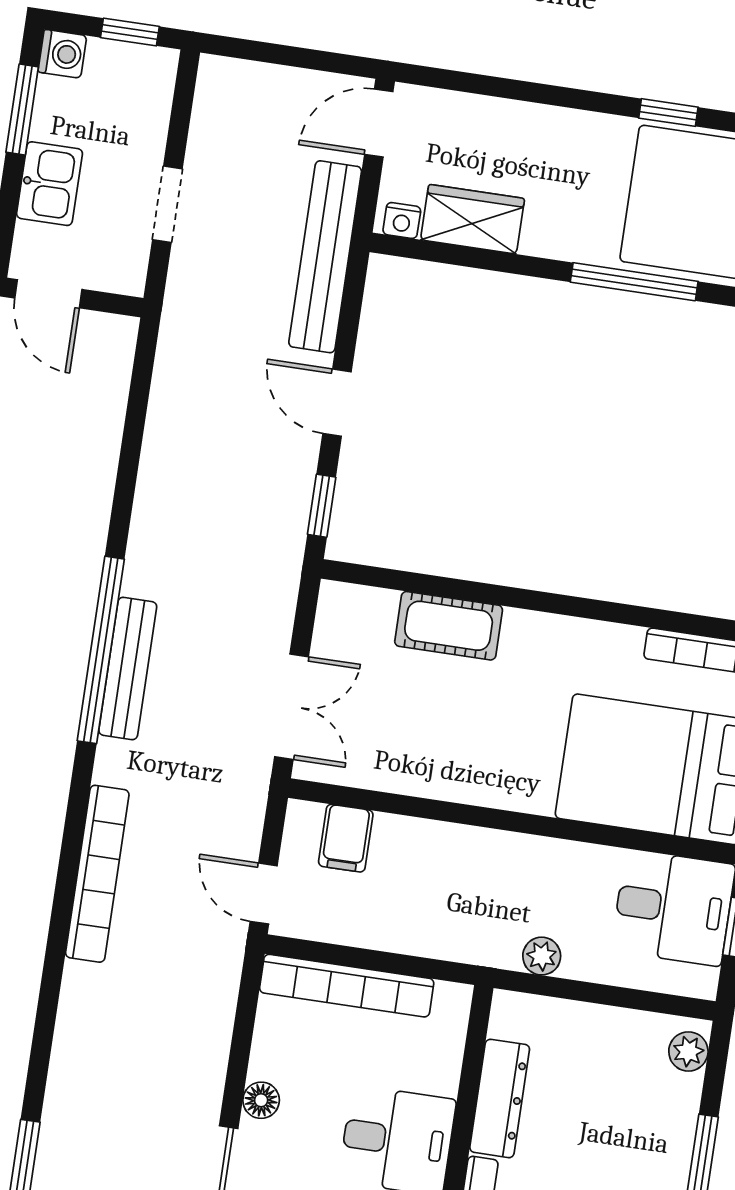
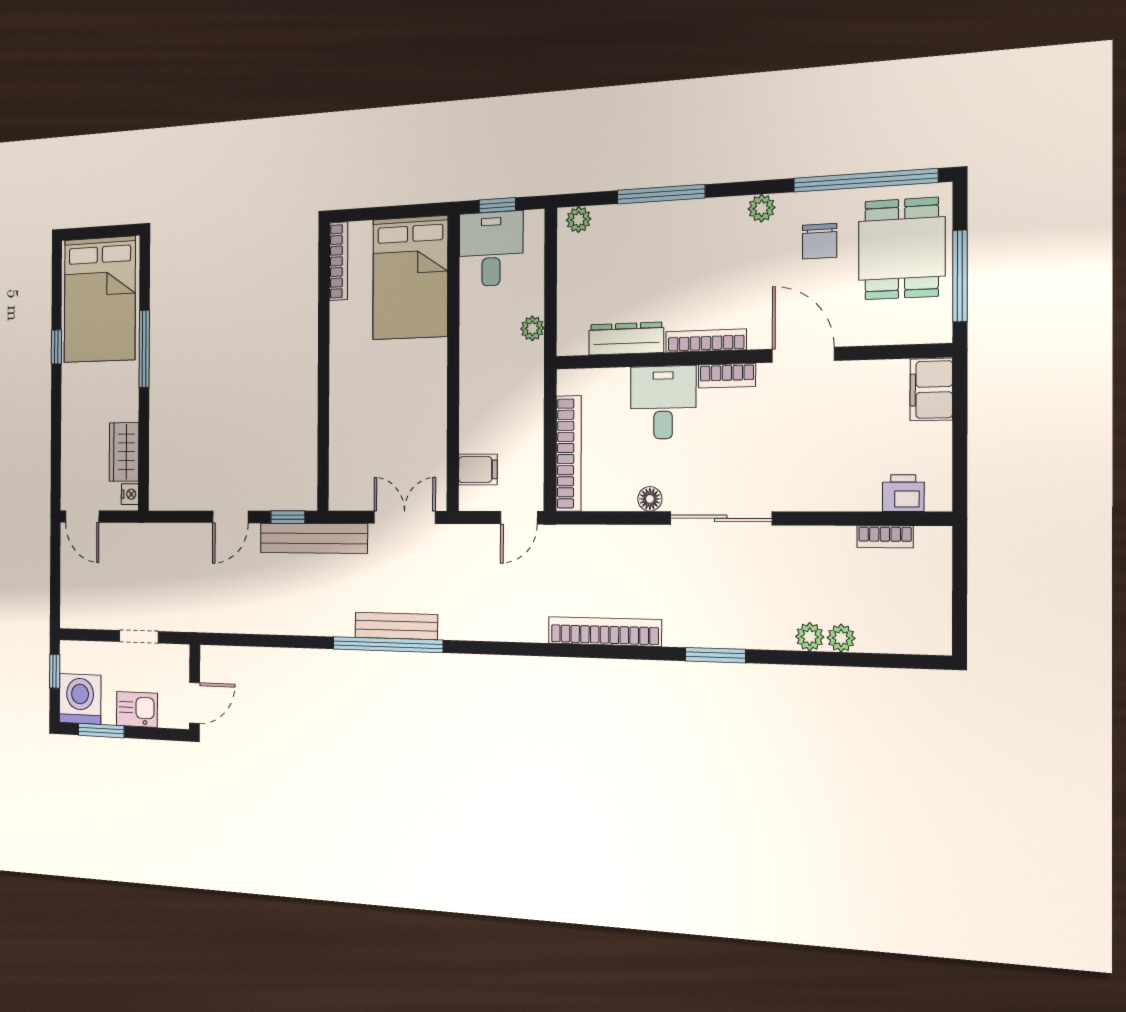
washing machine: (62, 54) -> (80, 699), width x1.89, depth x1.89
bench: (325, 257) -> (314, 538), moved
cot: (449, 626) -> (345, 426), removed
bookcase: (97, 874) -> (604, 631), moved

